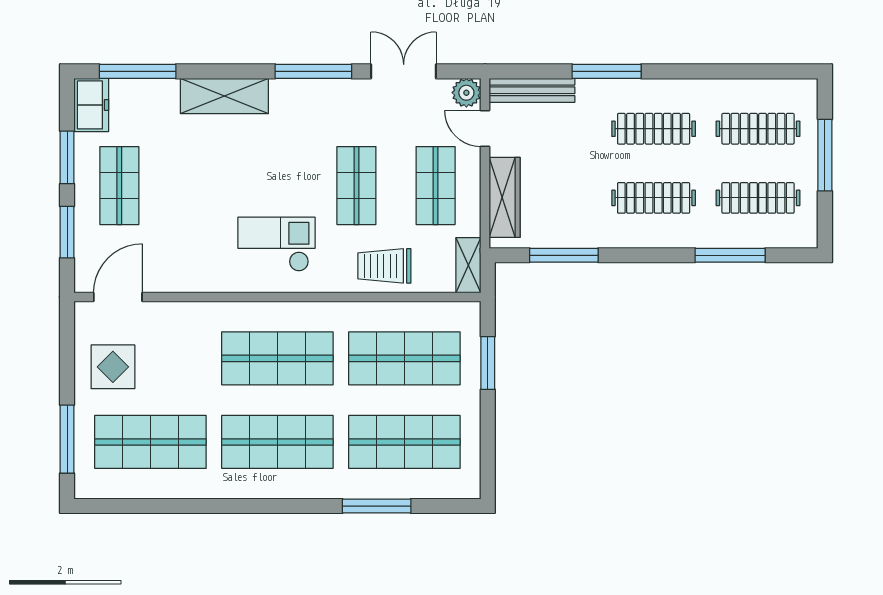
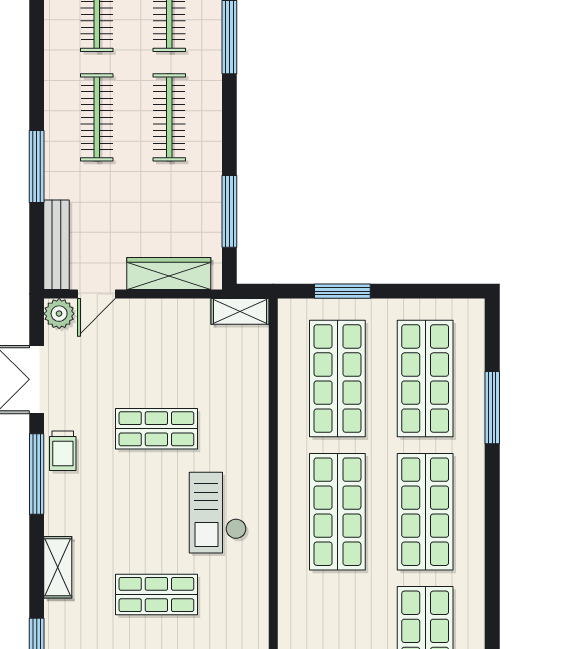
shelving: (224, 96) -> (58, 567), width x0.67, depth x0.75
shop shelf: (436, 186) -> (156, 595), moved
trolley: (384, 266) -> (63, 451), moved, width x0.73, depth x0.72

